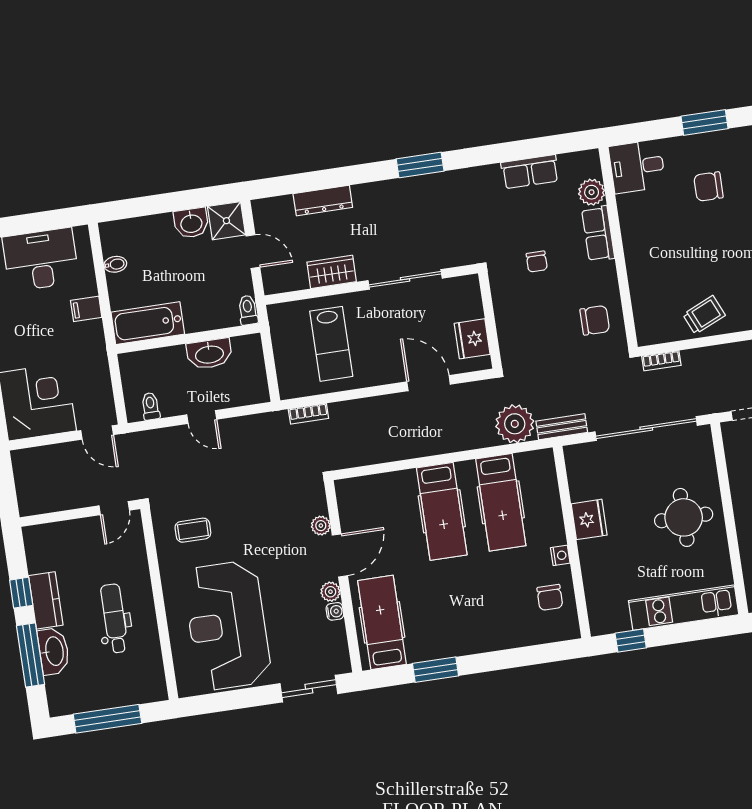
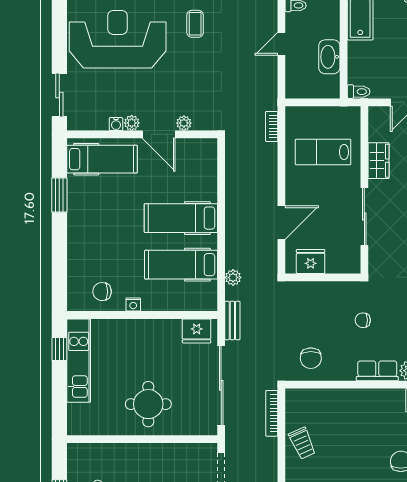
bookcase: (661, 361) -> (272, 413), width x1.56
plant: (515, 424) -> (233, 277), width x0.53, depth x0.53
fridge: (589, 519) -> (197, 331), moved
kitchen unit: (684, 608) -> (79, 361), moved

